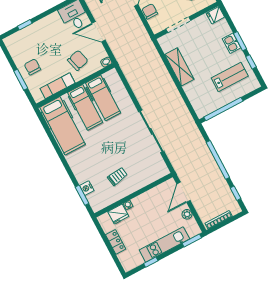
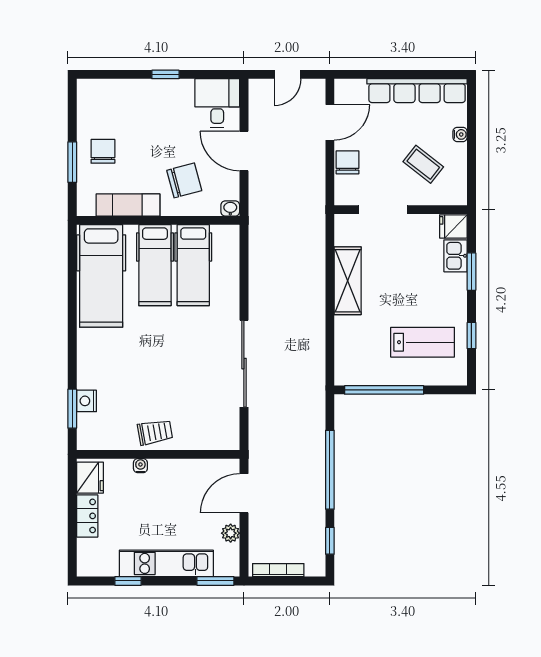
window: (25, 25) -> (165, 74), moved
window: (240, 41) -> (471, 272), moved
kitchen sink: (232, 43) -> (456, 256), moved
trolley: (117, 176) -> (155, 432), moved
fridge: (118, 214) -> (90, 478), moved, turned -90

